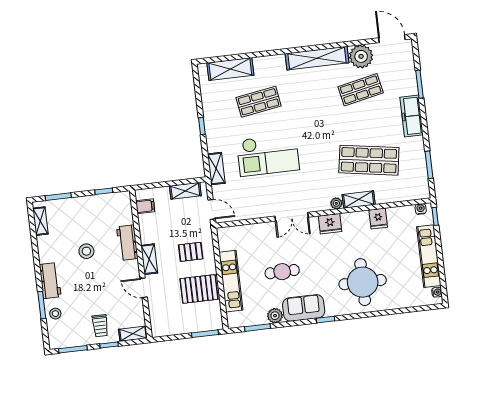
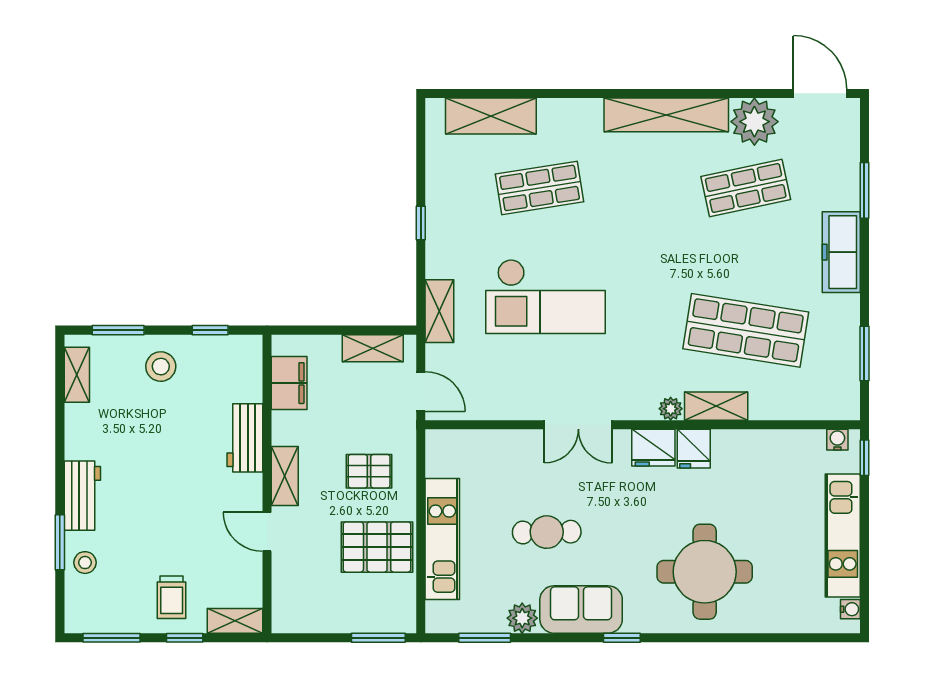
filing cabinet: (145, 206) -> (289, 383), width x2.00
fridge: (378, 219) -> (694, 449), moved
stool: (86, 251) -> (161, 367), moved

